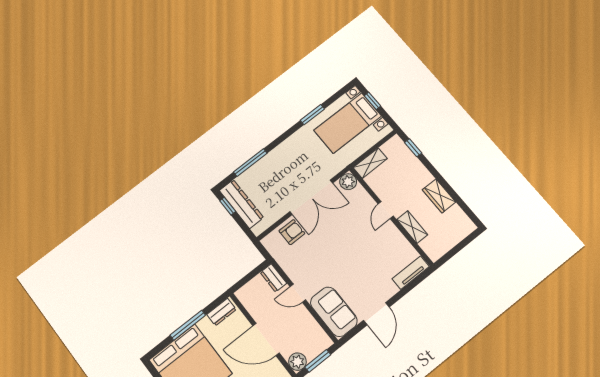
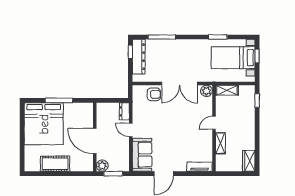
wardrobe: (439, 196) -> (249, 161), moved
dresser: (222, 312) -> (82, 108), removed

